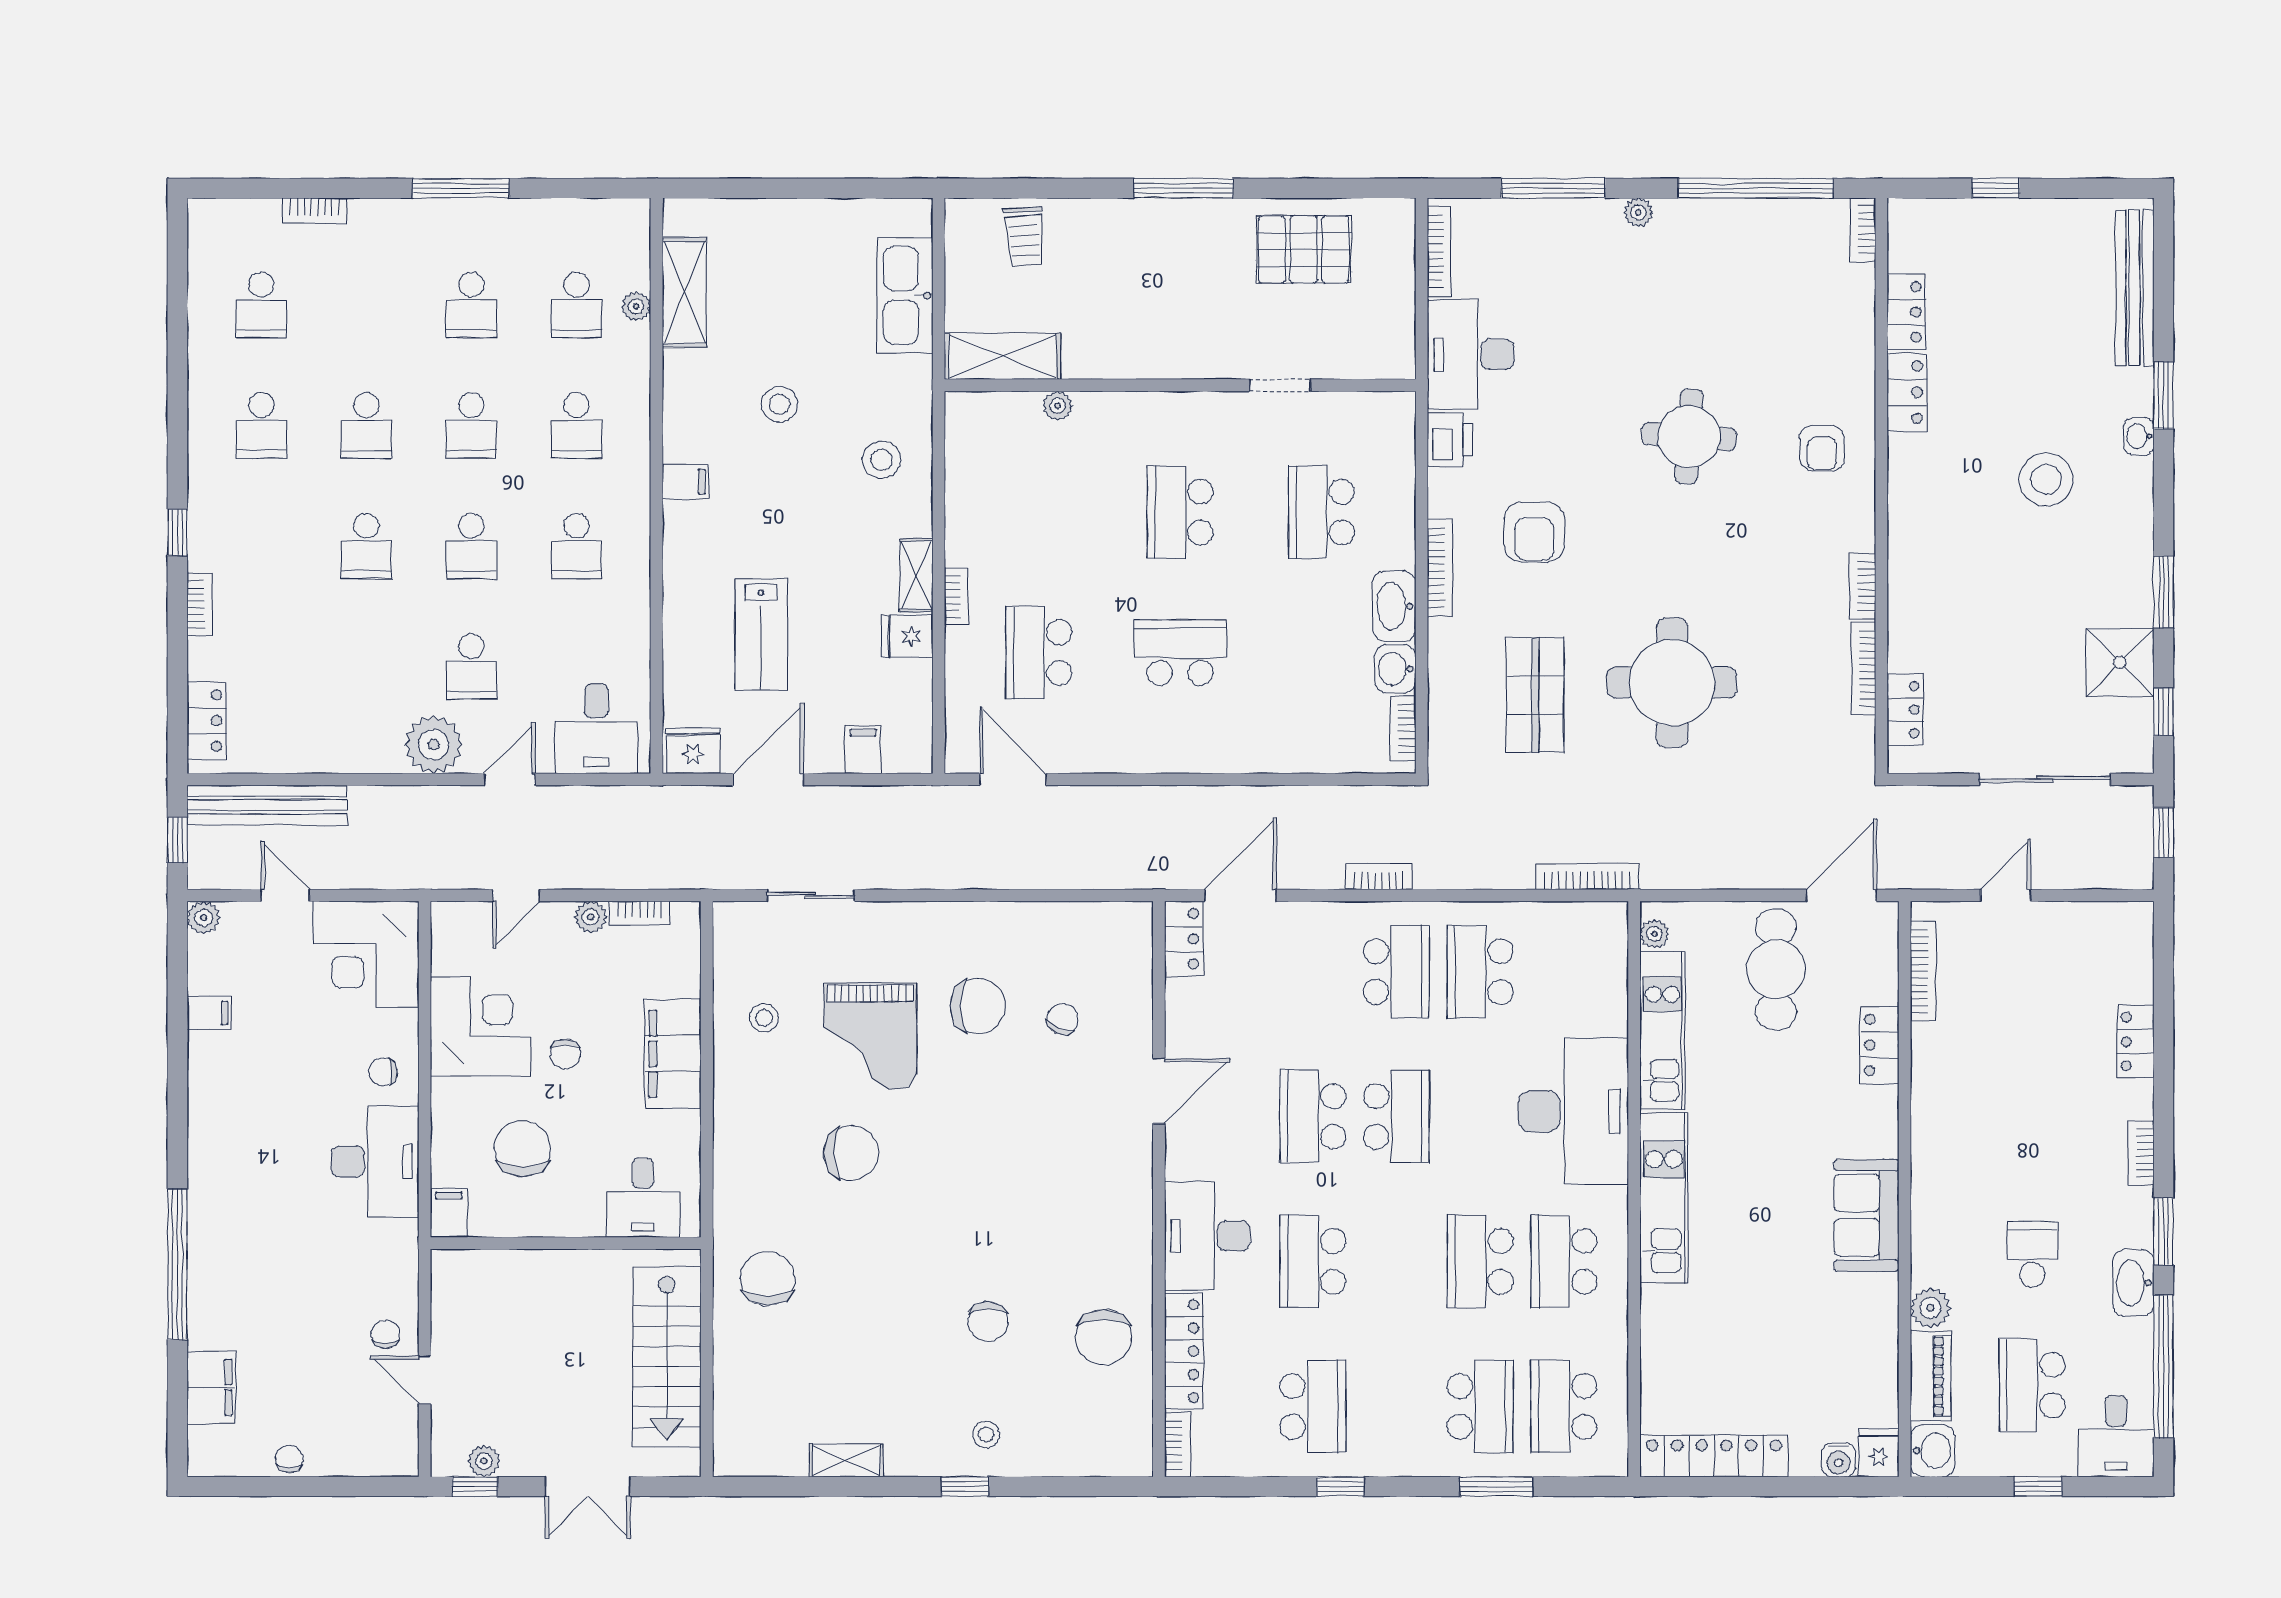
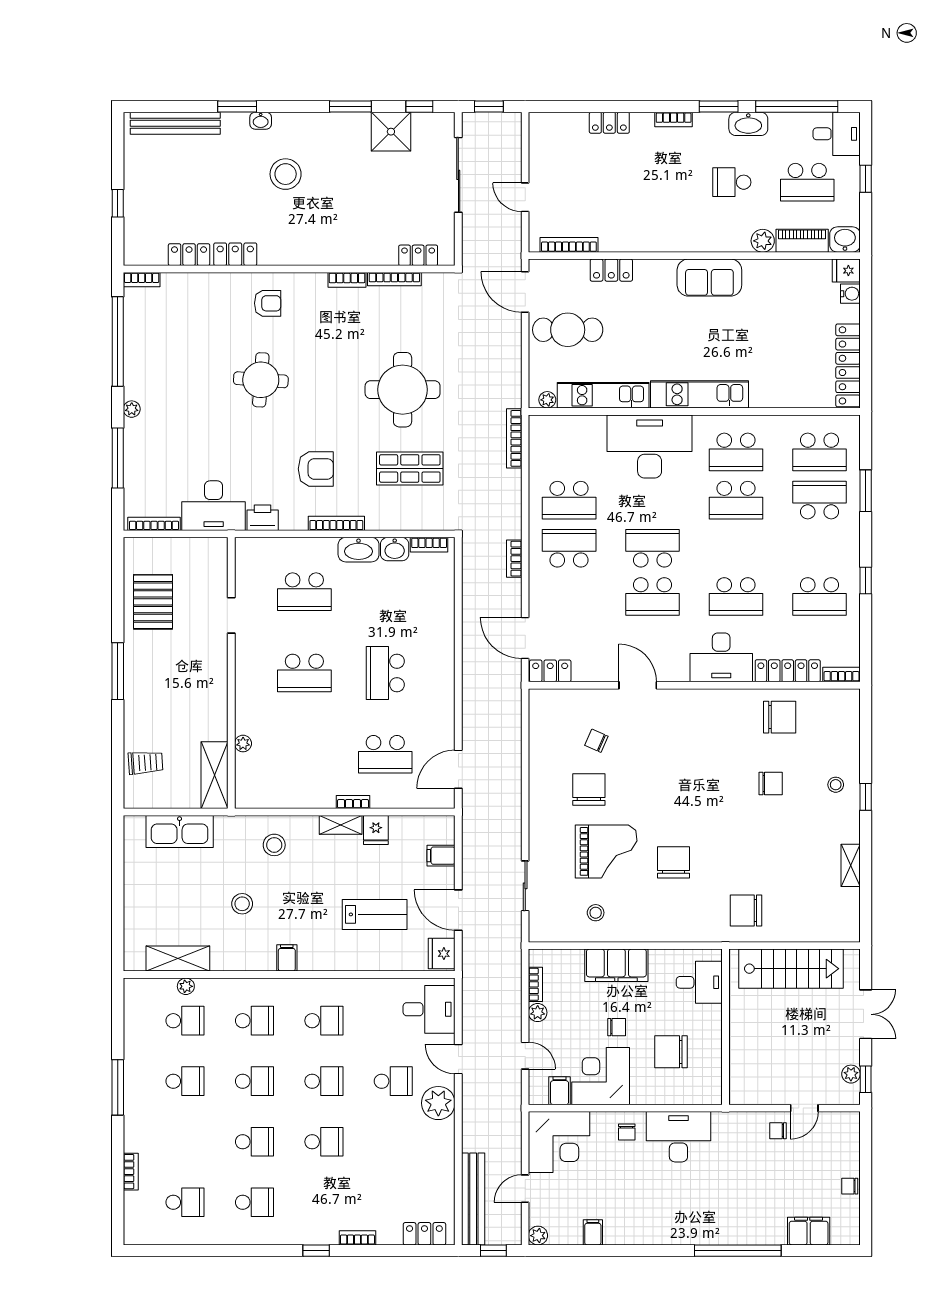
filing cabinet: (449, 1213) -> (560, 1091), moved, turned 90
school desk: (1313, 1406) -> (819, 597), turned 180

